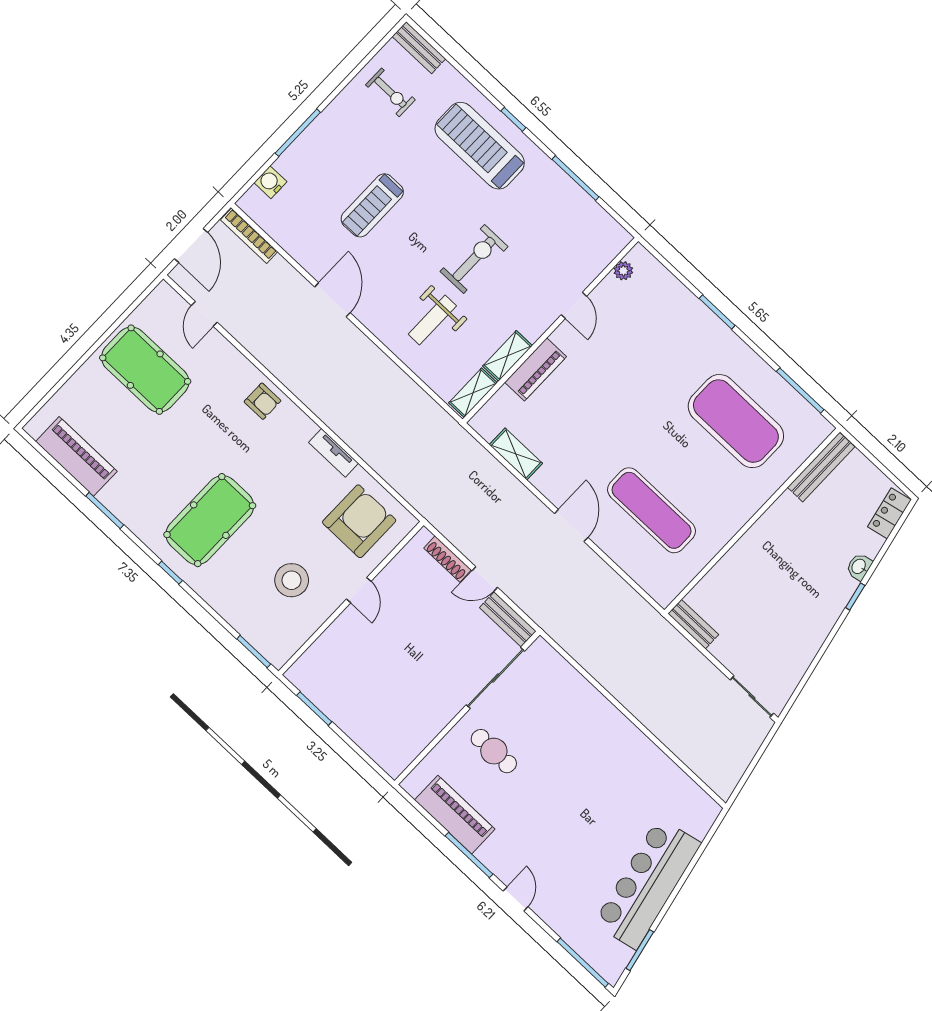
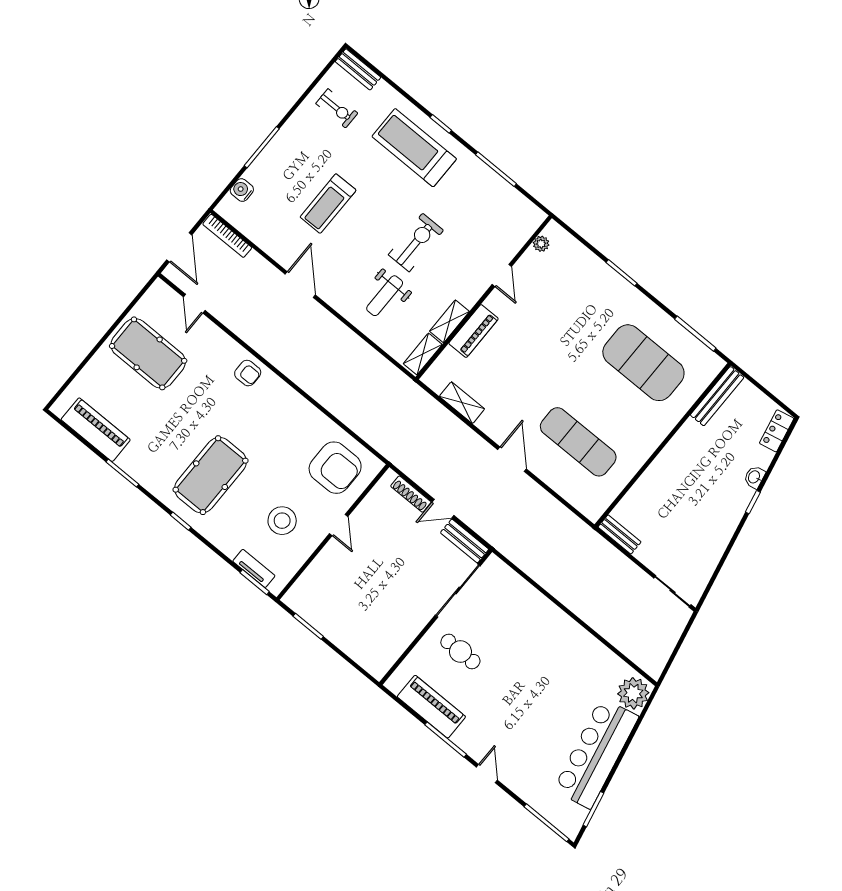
tv unit: (334, 453) -> (254, 568), moved, turned 180
armchair: (359, 521) -> (335, 468), turned 90
plant: (697, 815) -> (633, 693), added

